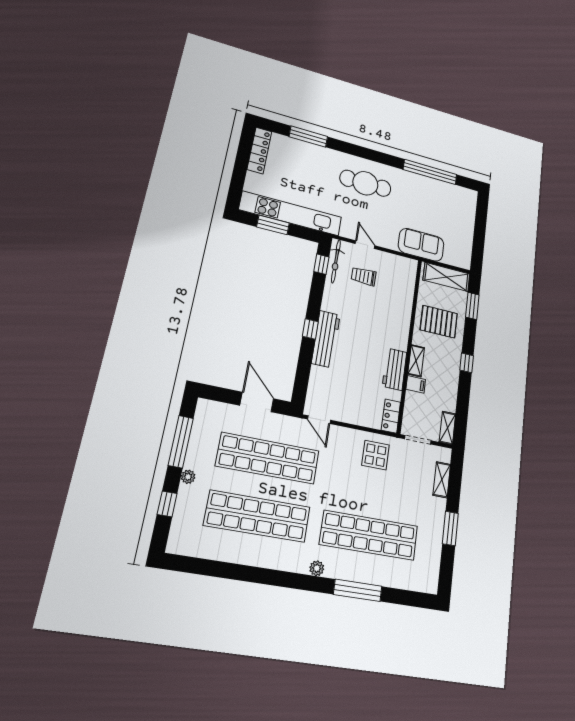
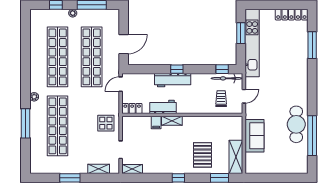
cafe table: (365, 183) -> (296, 124), moved
wall: (410, 344) -> (182, 115), moved
shelving: (416, 361) -> (172, 121), moved
workbench: (395, 369) -> (163, 107), moved
filing cabinet: (416, 384) -> (156, 123), moved
locker: (391, 416) -> (132, 108), moved

